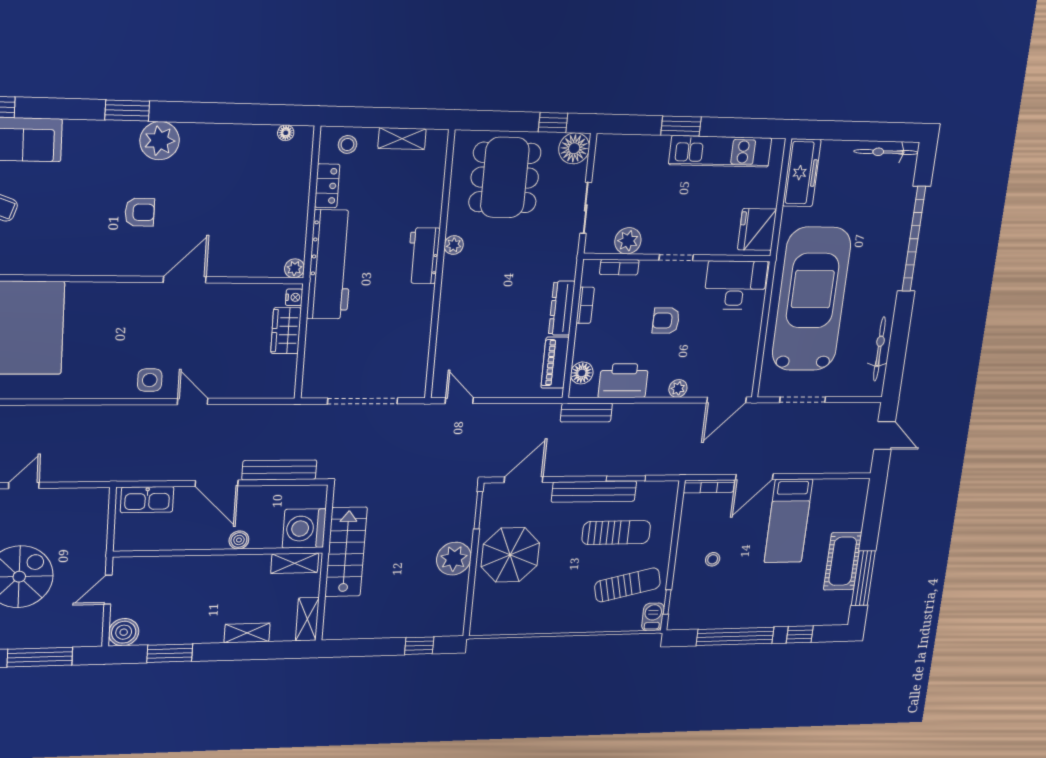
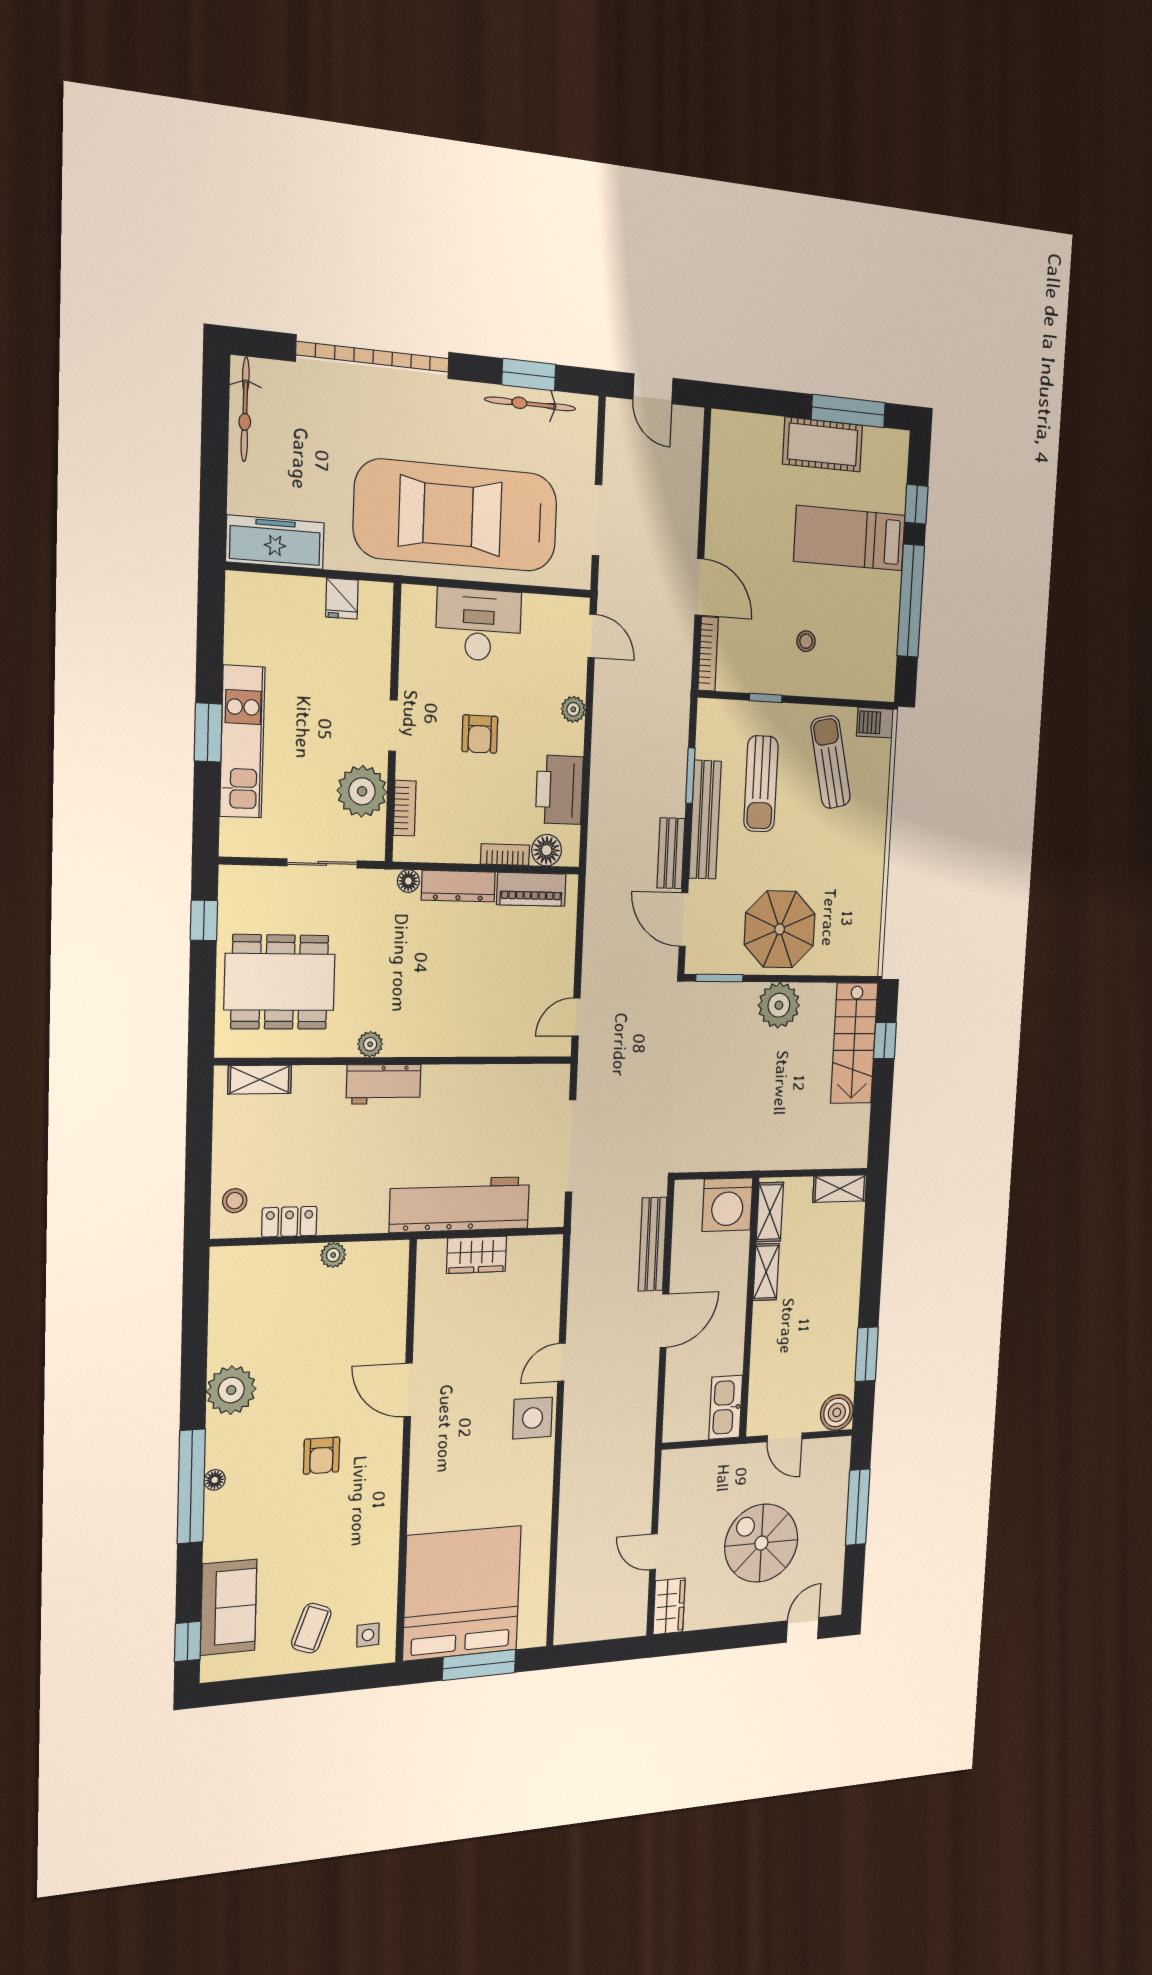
window: (127, 110) -> (191, 1486), width x2.11
floor lamp: (286, 133) -> (215, 1480), moved
shelving: (402, 139) -> (260, 1080), moved, turned 90
plant: (160, 141) -> (231, 1390), moved
floor lamp: (574, 148) -> (408, 881), moved, width x0.53, depth x0.53
kitchen unit: (720, 151) -> (242, 742), moved
armchair: (140, 212) -> (321, 1456), turned 180
fridge: (757, 229) -> (342, 599), width x0.53, depth x0.75
plant: (628, 241) -> (362, 791), width x1.36, depth x1.36
workbench: (330, 265) -> (460, 1205), moved
plant: (294, 268) -> (333, 1255), moved
desk: (735, 285) -> (479, 625), moved, turned 90
nightstand: (294, 297) -> (434, 1249), removed
bookcase: (585, 305) -> (505, 855), moved
window: (898, 347) -> (529, 375), added
side table: (150, 380) -> (533, 1418), width x1.37, depth x1.37
door: (726, 400) -> (592, 636), width x0.73
bench: (586, 413) -> (671, 853), moved
door: (885, 435) -> (653, 389), swing flipped
kitchen sink: (147, 500) -> (726, 1407), moved, turned 180
bed: (788, 521) -> (850, 538), moved, turned 180
sun lounger: (616, 533) -> (761, 784), turned 180
boiler: (239, 540) -> (736, 1285), removed
stairs: (346, 552) -> (854, 1043), moved, turned -90
window: (667, 602) -> (766, 698), moved
shelving: (247, 633) -> (766, 1272), moved

